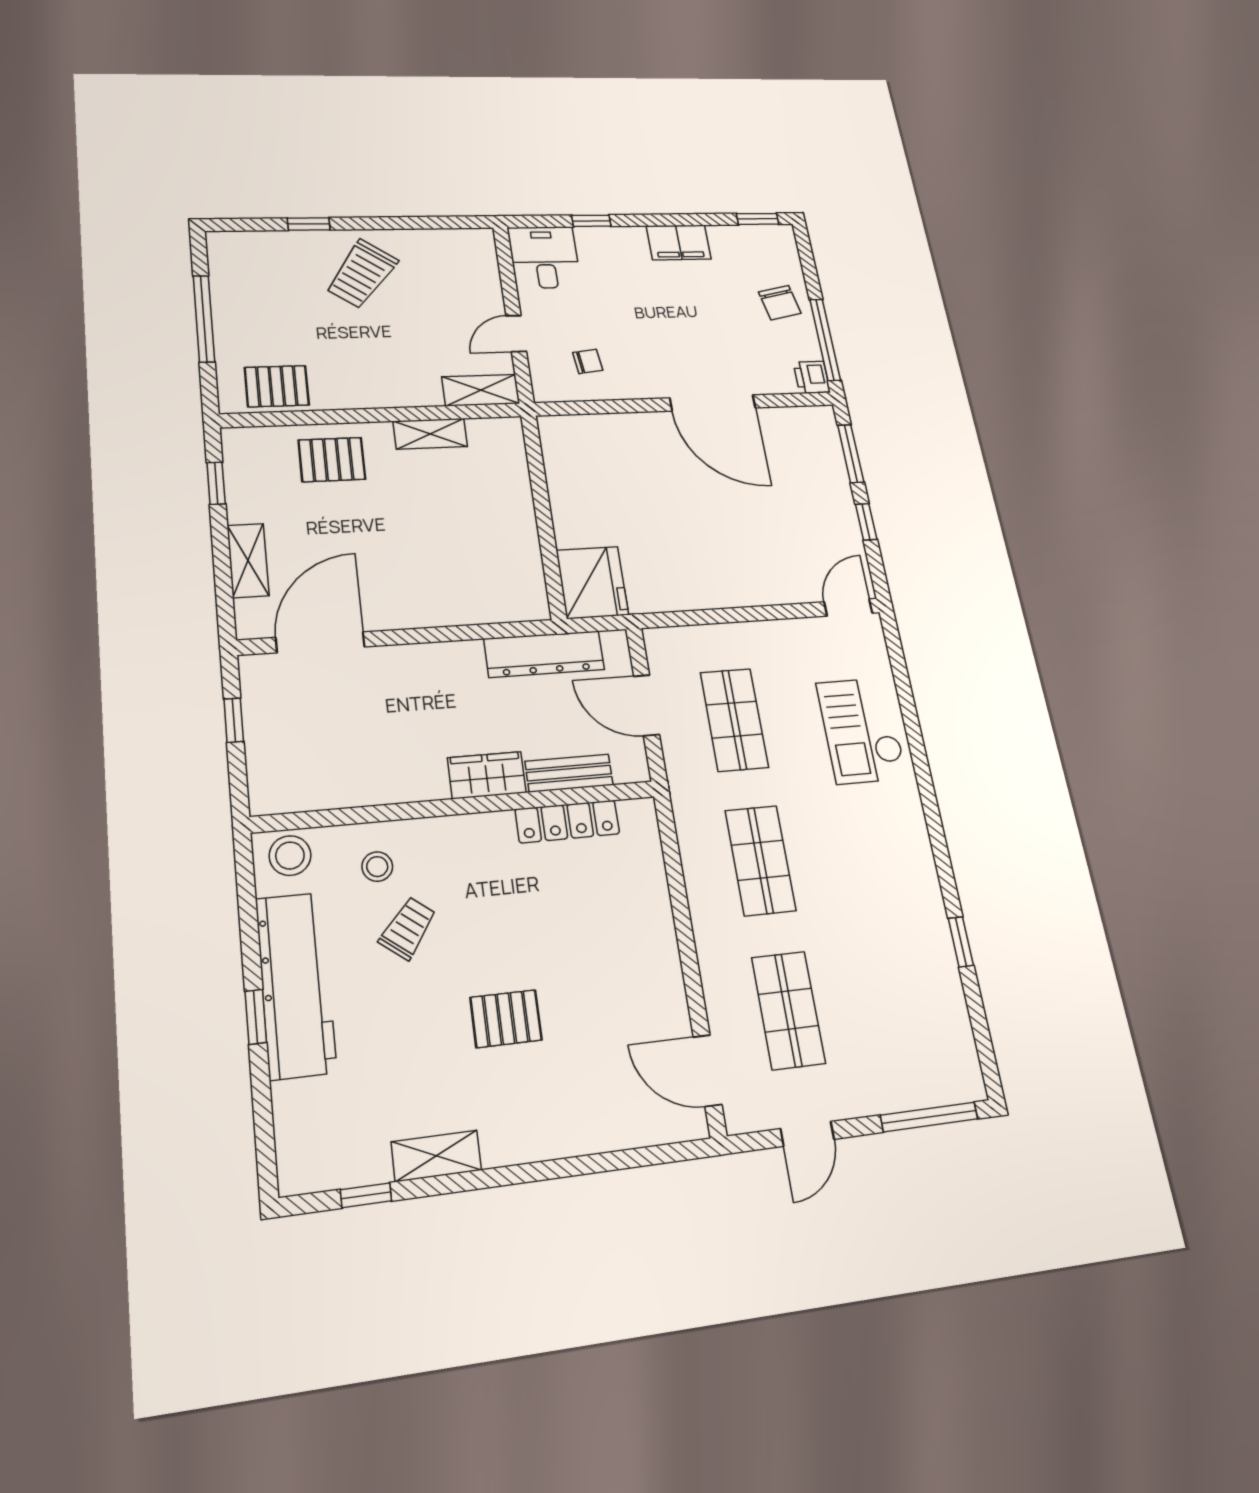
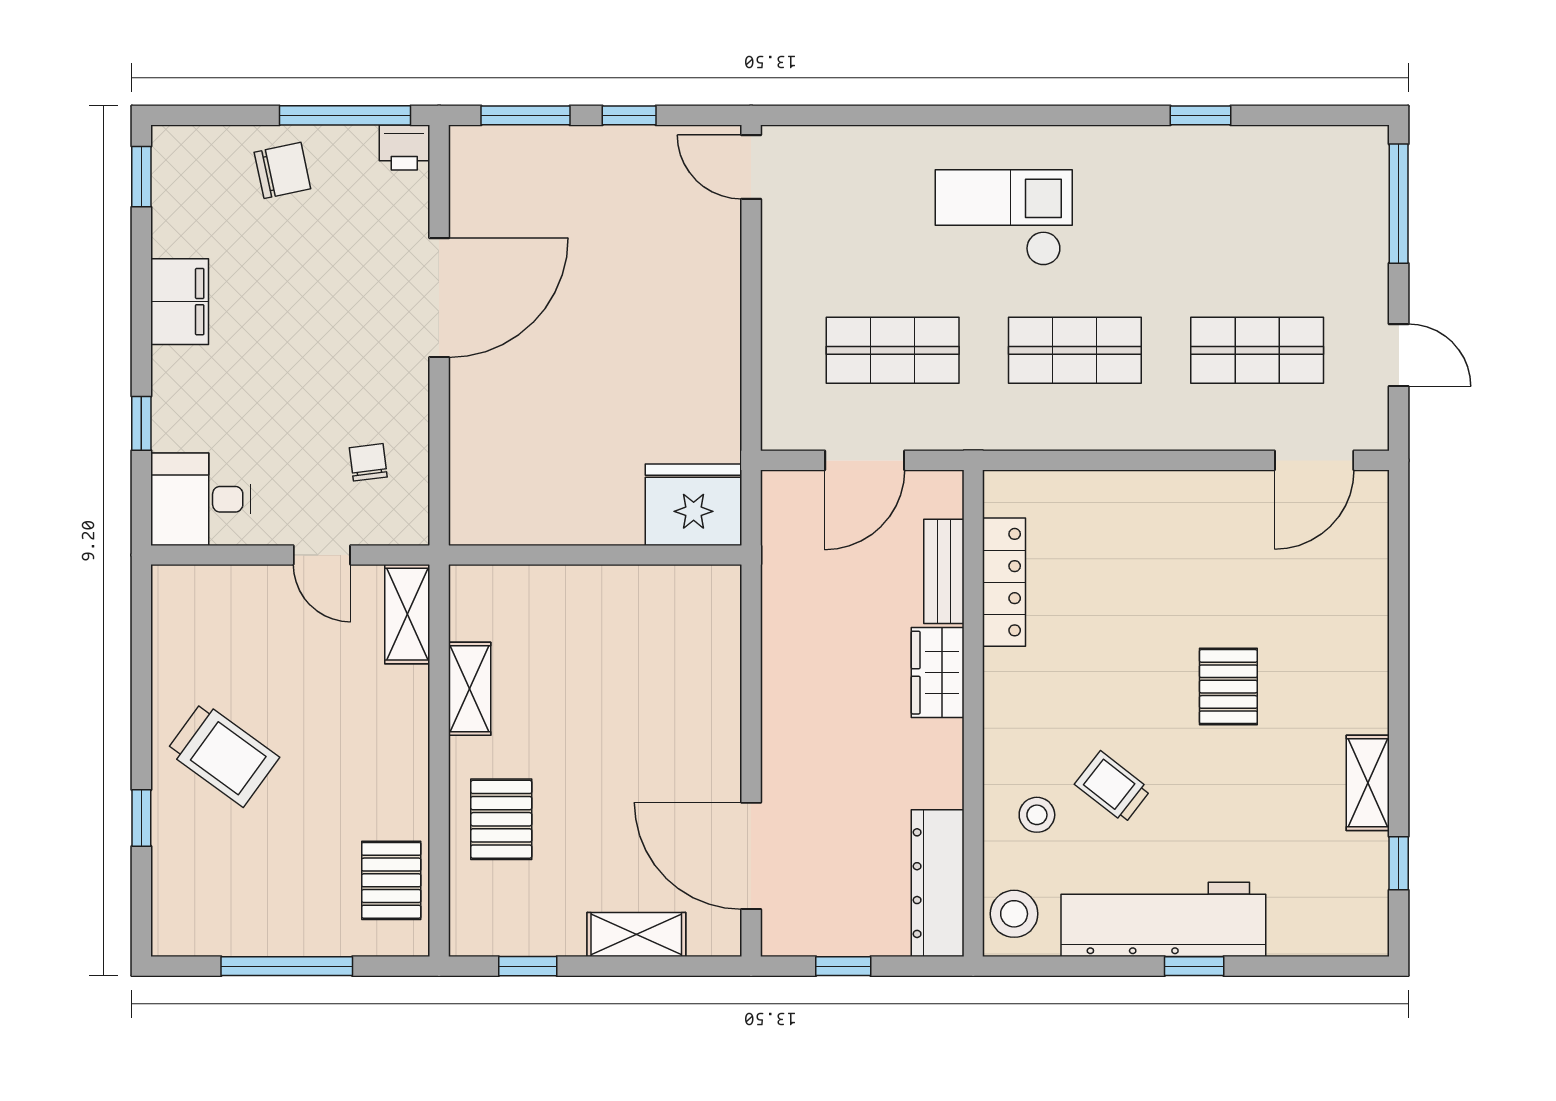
dresser: (544, 654) -> (938, 883), moved, turned 180
checkout: (861, 730) -> (1004, 218), moved, turned 180

